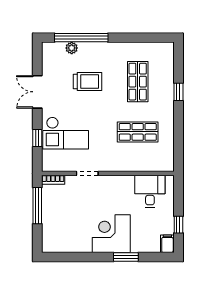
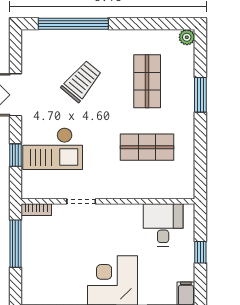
plant: (72, 48) -> (187, 37), moved
trolley: (88, 81) -> (81, 81), turned -50
window: (178, 92) -> (200, 95), width x1.50
window: (178, 225) -> (200, 252), moved

